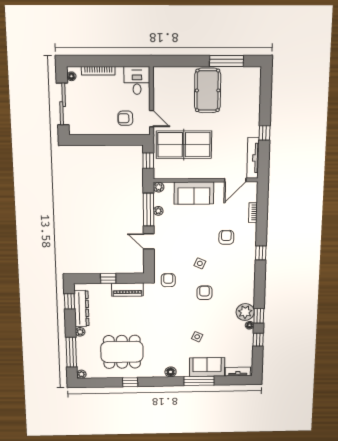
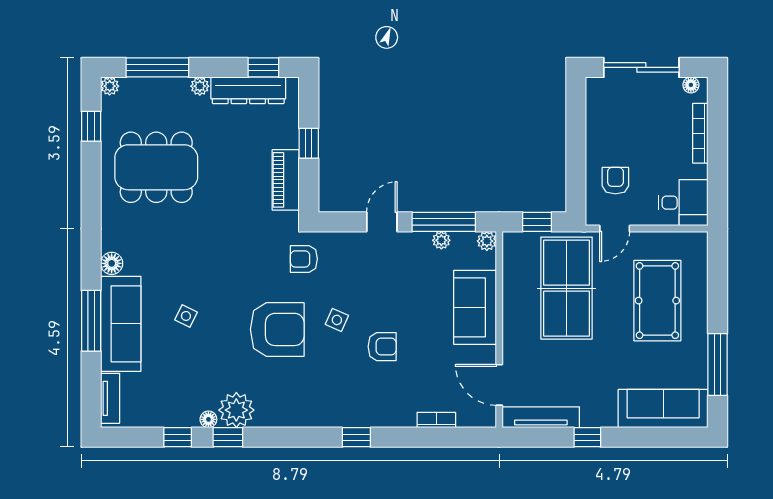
pool table: (208, 90) -> (657, 301), moved, turned 90
sofa: (250, 91) -> (663, 409), added
armchair: (226, 237) -> (382, 347), moved
armchair: (168, 280) -> (304, 259), turned 180
armchair: (204, 293) -> (277, 329), width x1.88, depth x1.88
dining table: (122, 352) -> (156, 167), turned 90
sofa: (207, 367) -> (121, 324), width x1.36
window: (130, 382) -> (91, 126), moved

